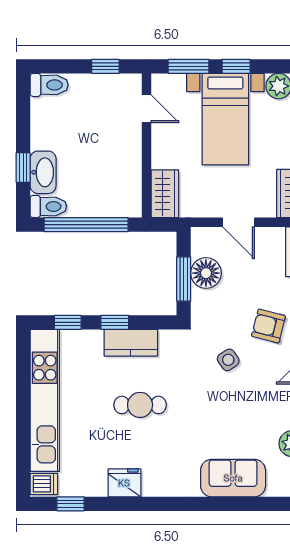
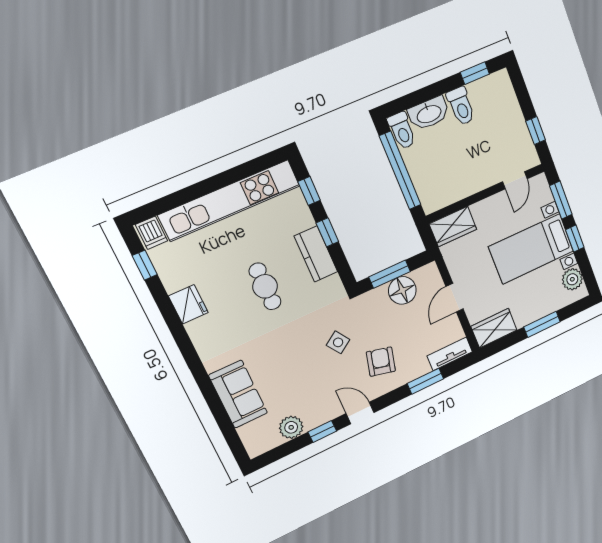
toilet: (49, 85) -> (461, 106), moved
window: (23, 168) -> (475, 73), moved

